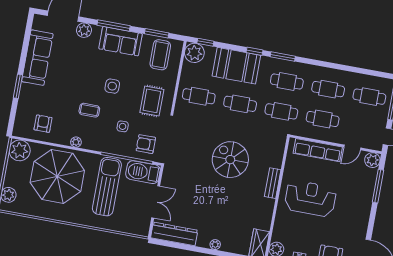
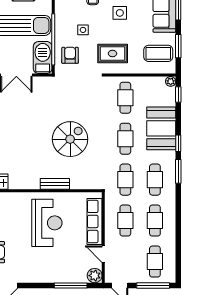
plant: (194, 53) -> (171, 81), width x0.53, depth x0.53

